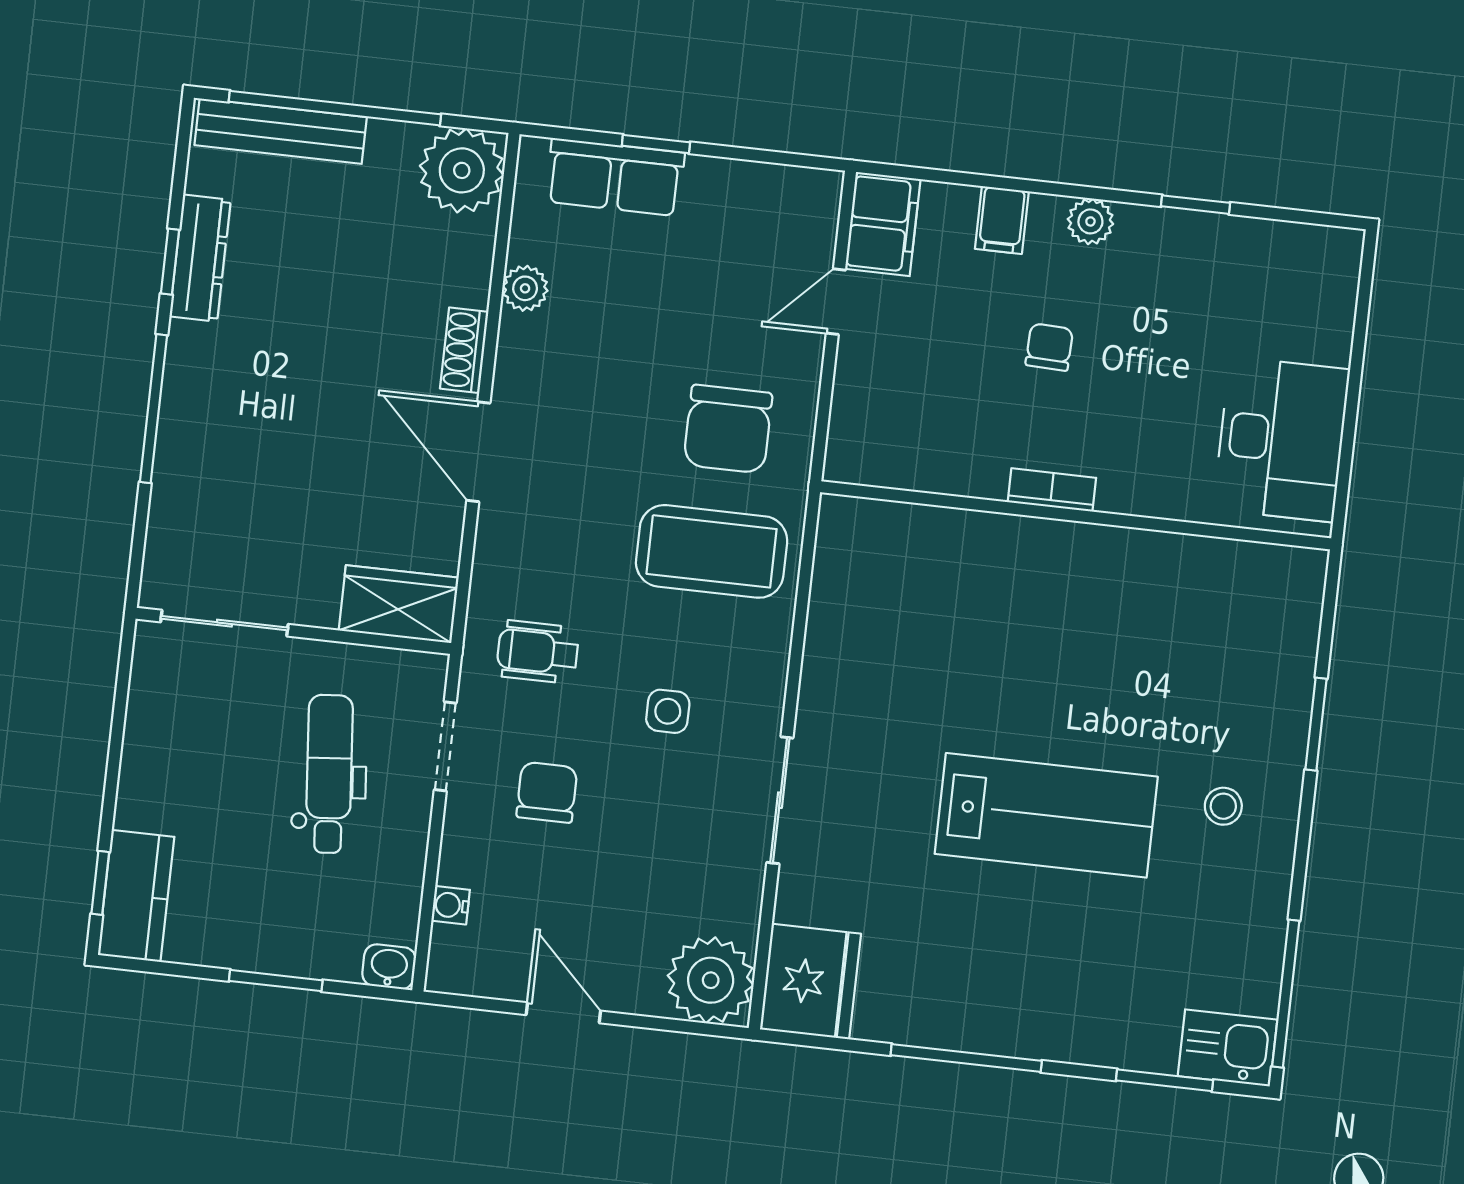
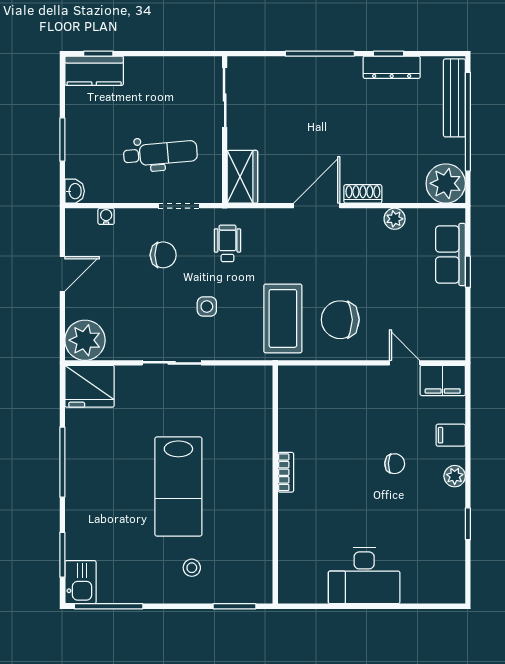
bookcase: (1052, 490) -> (286, 472), moved
wall: (1076, 515) -> (275, 485), moved

